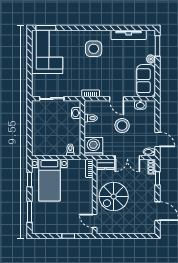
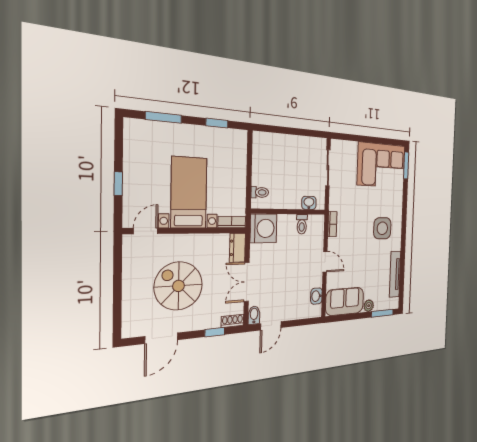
door: (117, 99) -> (325, 262), swing flipped
stool: (122, 126) -> (291, 271), removed
bed with nightstands: (49, 180) -> (189, 193), moved, turned 90
spiral stairs: (114, 197) -> (179, 286), moved

